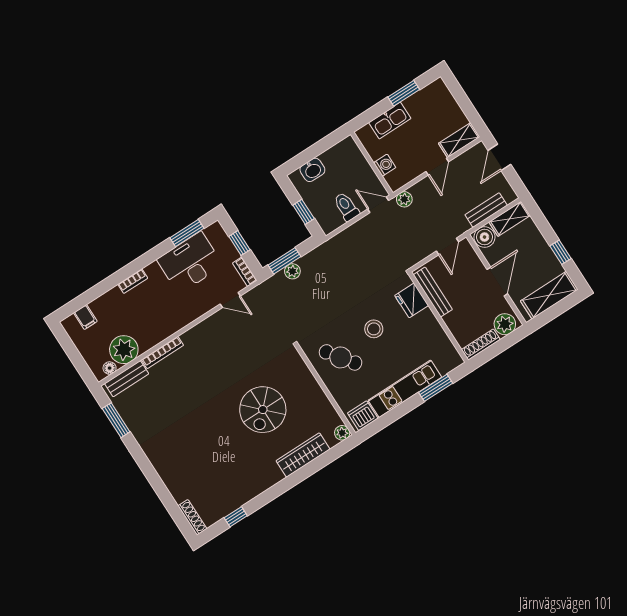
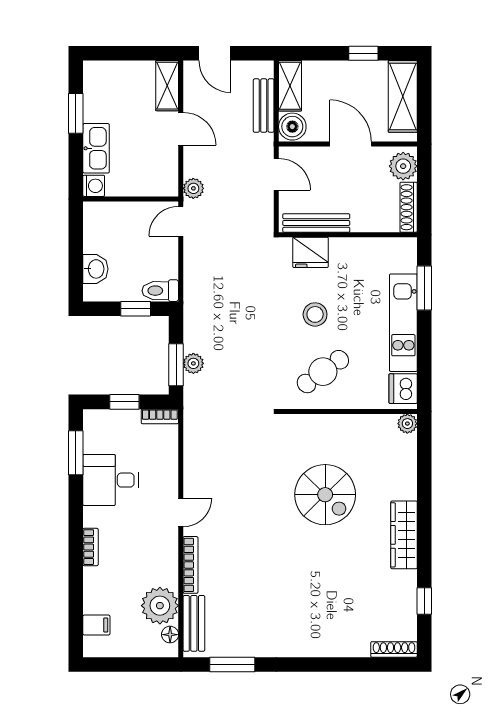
washing machine: (385, 165) -> (94, 186), moved, turned 90
toilet: (346, 207) -> (160, 291), moved
desk: (190, 263) -> (111, 480), width x0.73
door: (230, 300) -> (181, 512), moved
wardrobe: (303, 455) -> (404, 535), moved

